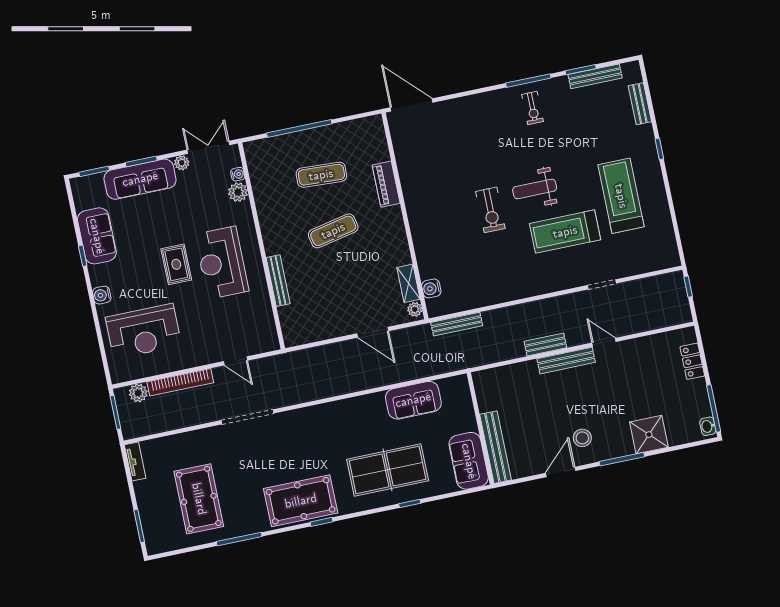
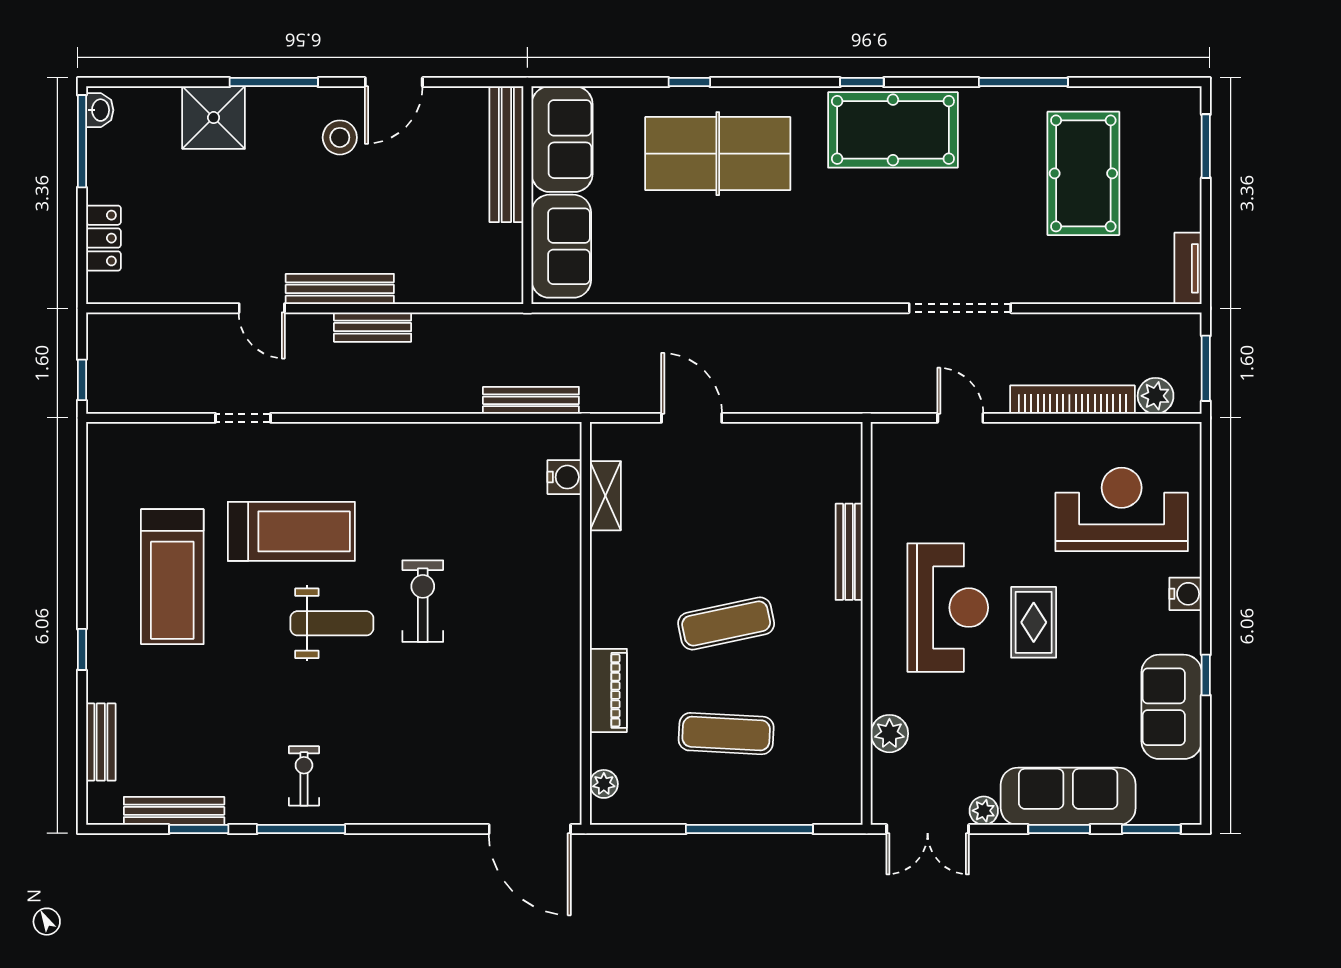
water cooler: (238, 174) -> (883, 767), removed
plant: (415, 309) -> (604, 784), moved
sofa: (413, 400) -> (561, 246), moved, turned 90

